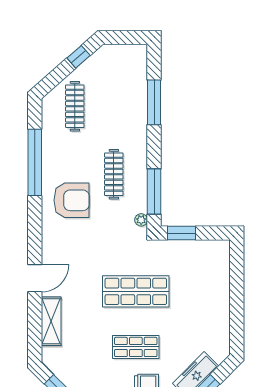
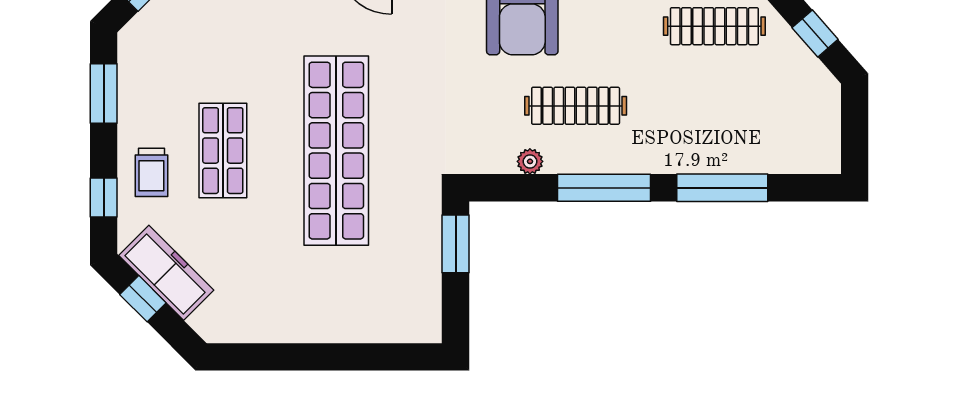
window: (154, 192) -> (604, 188), moved
plant: (141, 220) -> (530, 161), moved
shop shelf: (136, 291) -> (336, 151), width x1.40

